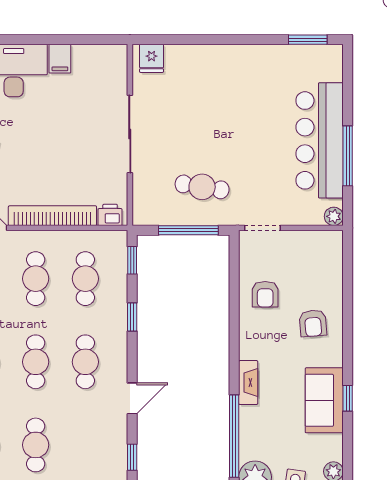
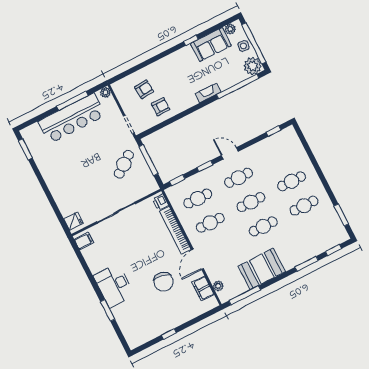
filing cabinet: (60, 59) -> (84, 241), moved
cafe table: (202, 187) -> (124, 164), turned 44
armchair: (313, 323) -> (144, 89), moved
door: (132, 398) -> (230, 153), moved
sofa: (324, 400) -> (211, 45), moved

